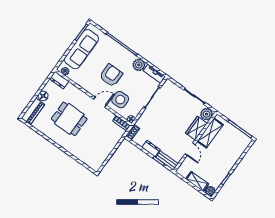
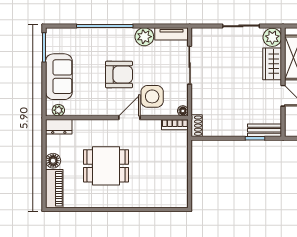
sofa: (81, 49) -> (59, 77), width x0.73
armchair: (111, 75) -> (119, 74), turned 90
dresser: (151, 149) -> (234, 130), removed

